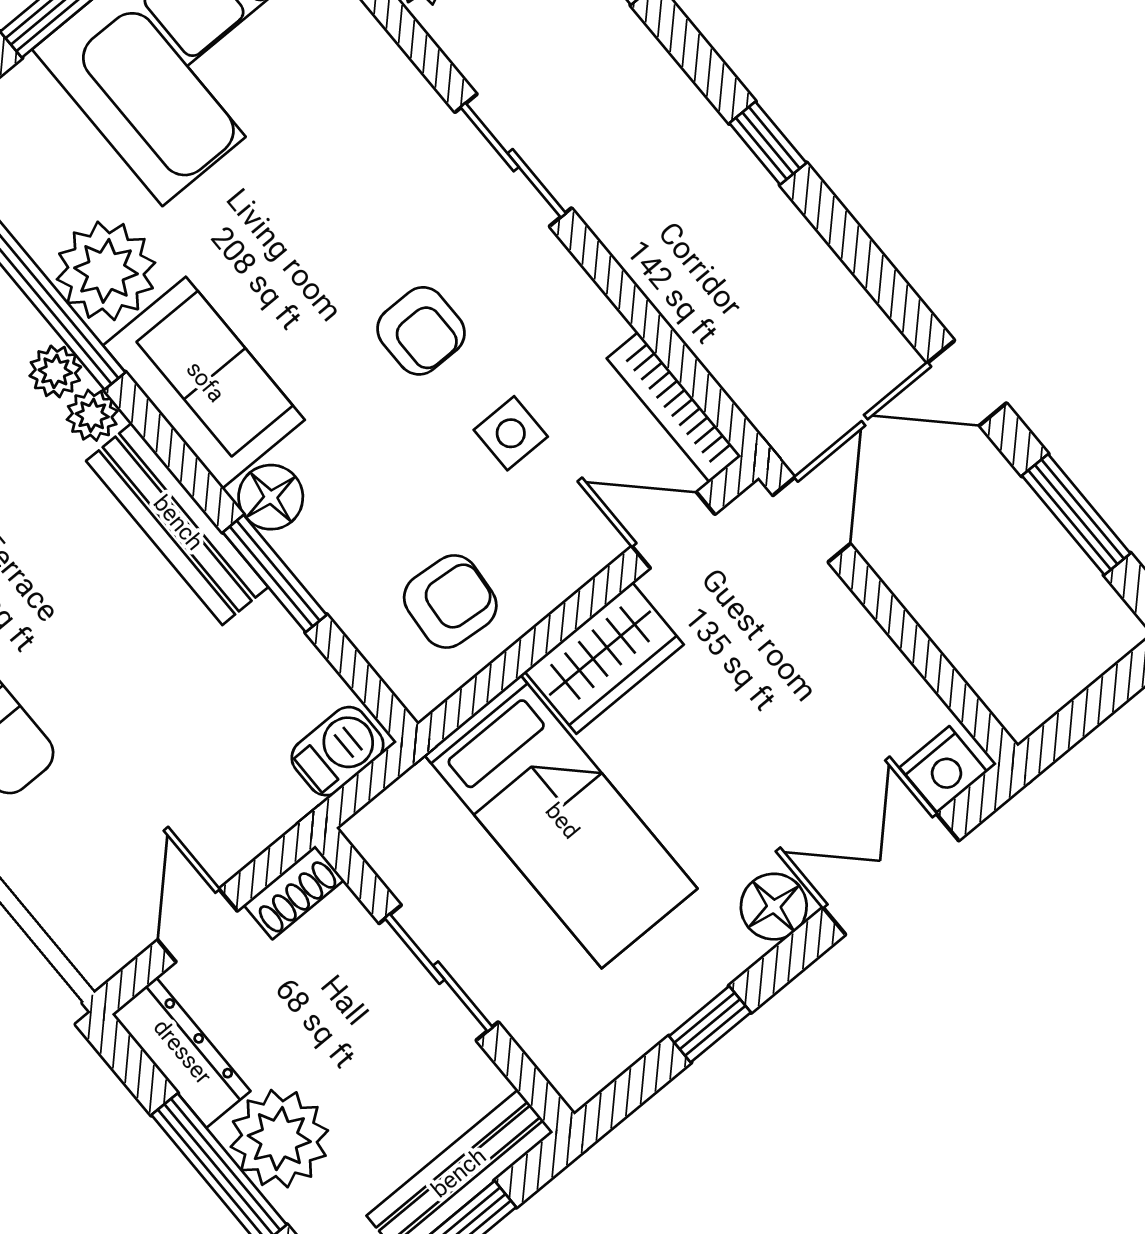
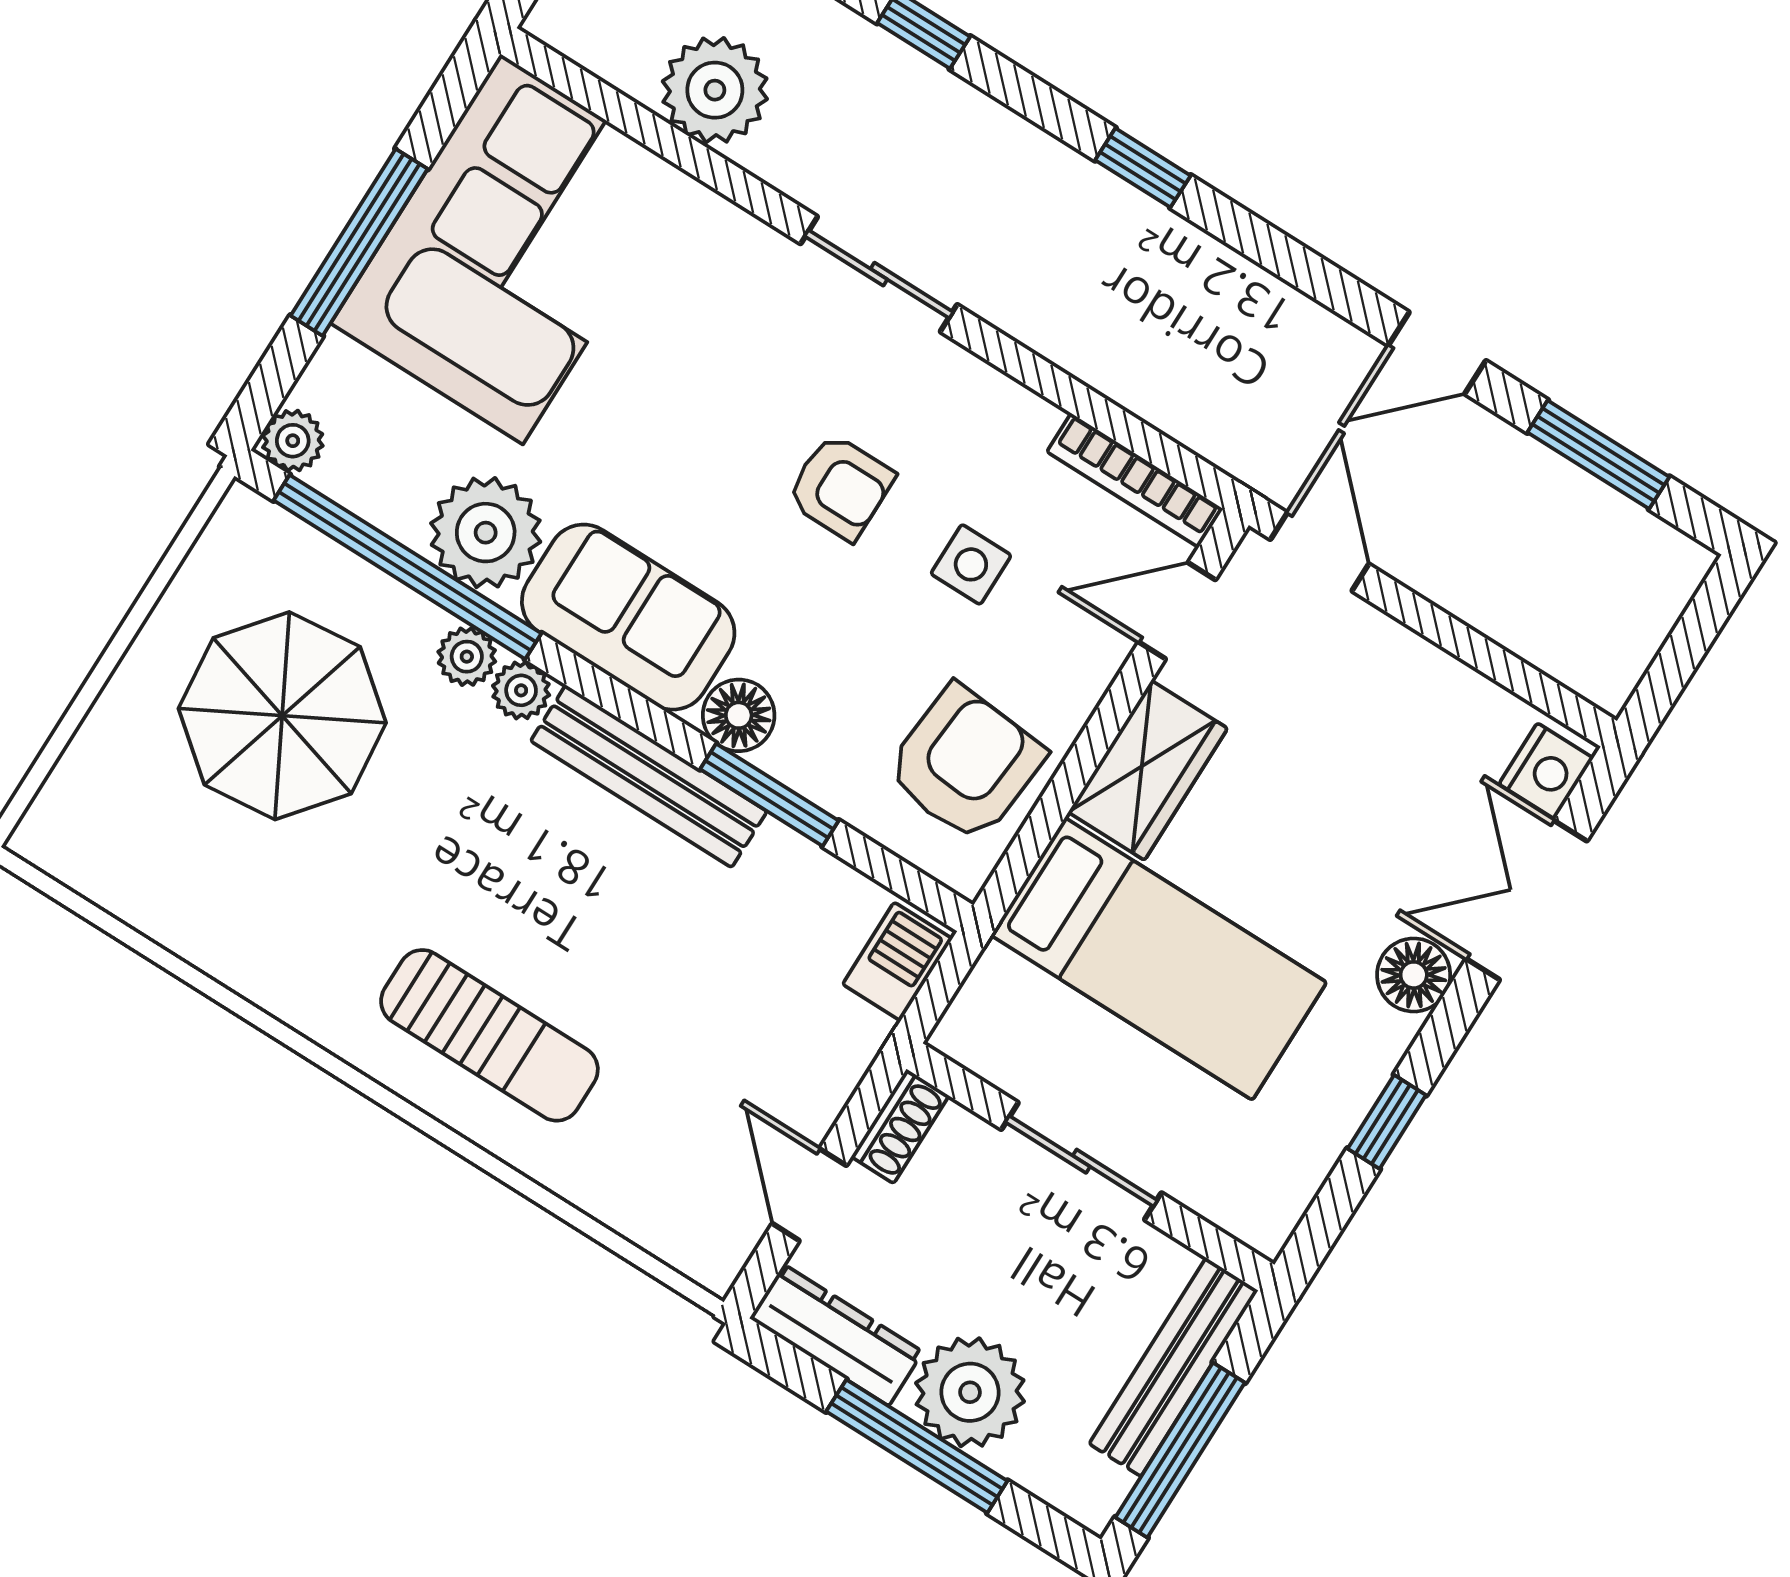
armchair: (450, 601) -> (965, 764), width x1.38, depth x1.38

